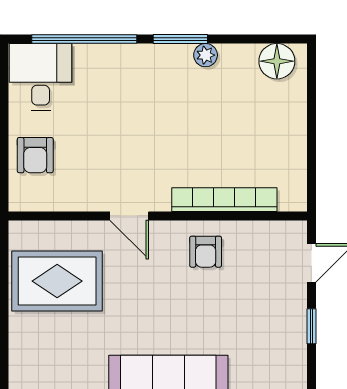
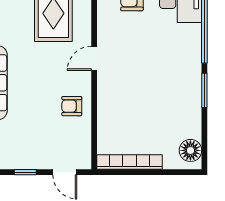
plant: (206, 55) -> (194, 106), removed
bookcase: (224, 200) -> (129, 162), moved, turned -90

